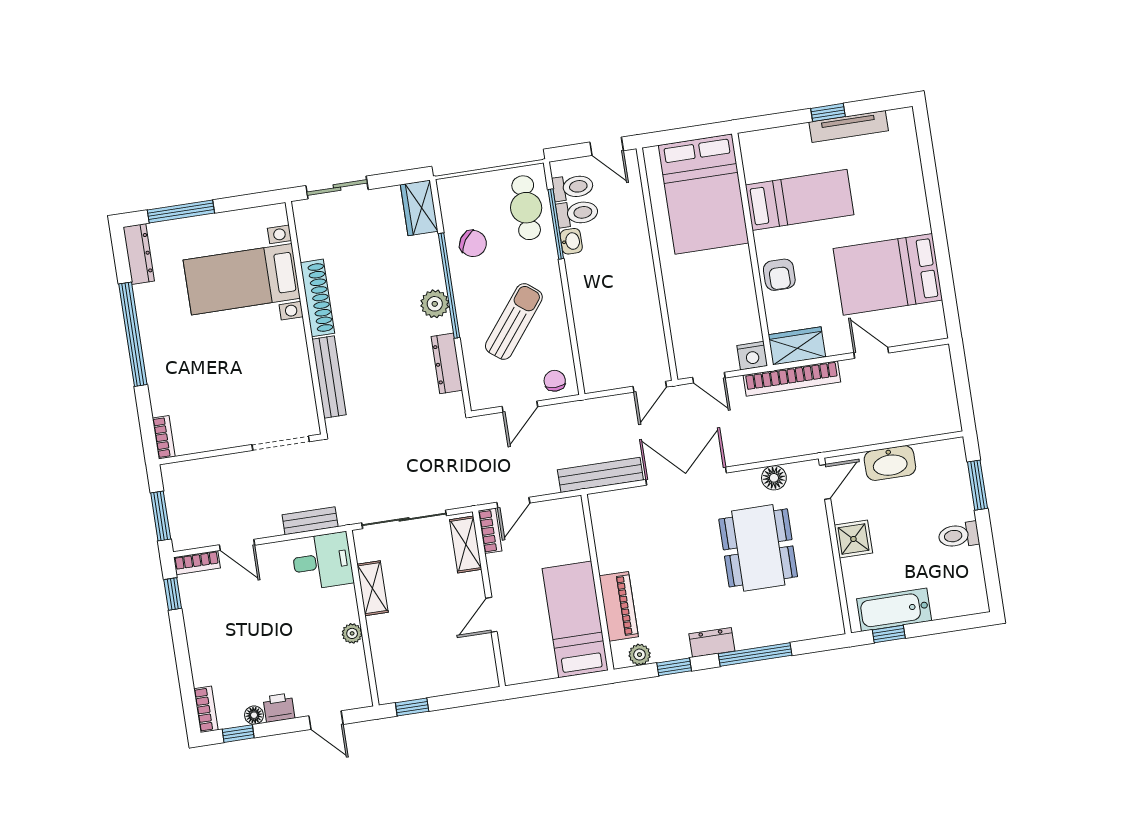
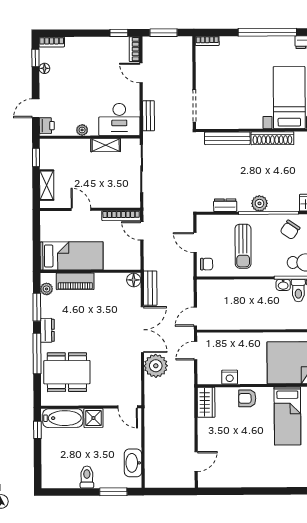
bed: (888, 274) -> (239, 459), removed
sun lounger: (514, 322) -> (243, 246), turned 52
door: (871, 353) -> (196, 461), moved
nightstand: (752, 356) -> (230, 377), moved, turned -90
dresser: (447, 363) -> (225, 205), width x0.70
bookcase: (792, 379) -> (188, 397), removed
door: (650, 387) -> (195, 317), hinge flipped
plant: (746, 443) -> (156, 366), added
washbasin: (890, 463) -> (133, 463), moved
bench: (600, 475) -> (150, 288), width x0.73
floor lamp: (774, 478) -> (134, 280), moved
bookcase: (490, 531) -> (121, 216), width x1.56
shelving: (466, 544) -> (47, 185), moved, turned 90
door: (237, 545) -> (141, 73), hinge flipped
dining table: (758, 548) -> (67, 372), moved
desk: (322, 561) -> (119, 119), width x1.37
bathtub: (894, 610) -> (63, 418), moved, turned 90
window: (674, 667) -> (37, 307), width x1.50
printer: (279, 708) -> (47, 126), moved

